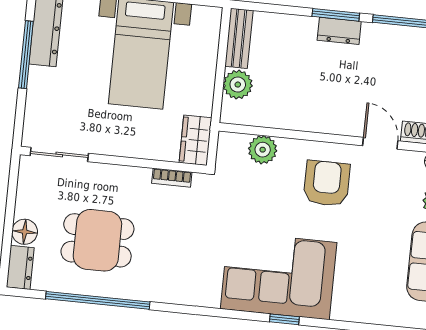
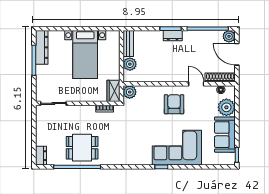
plant: (263, 150) -> (130, 92), moved
floor lamp: (25, 232) -> (41, 140), removed
dining table: (97, 240) -> (82, 148), moved
corner sofa: (279, 276) -> (177, 148), moved

